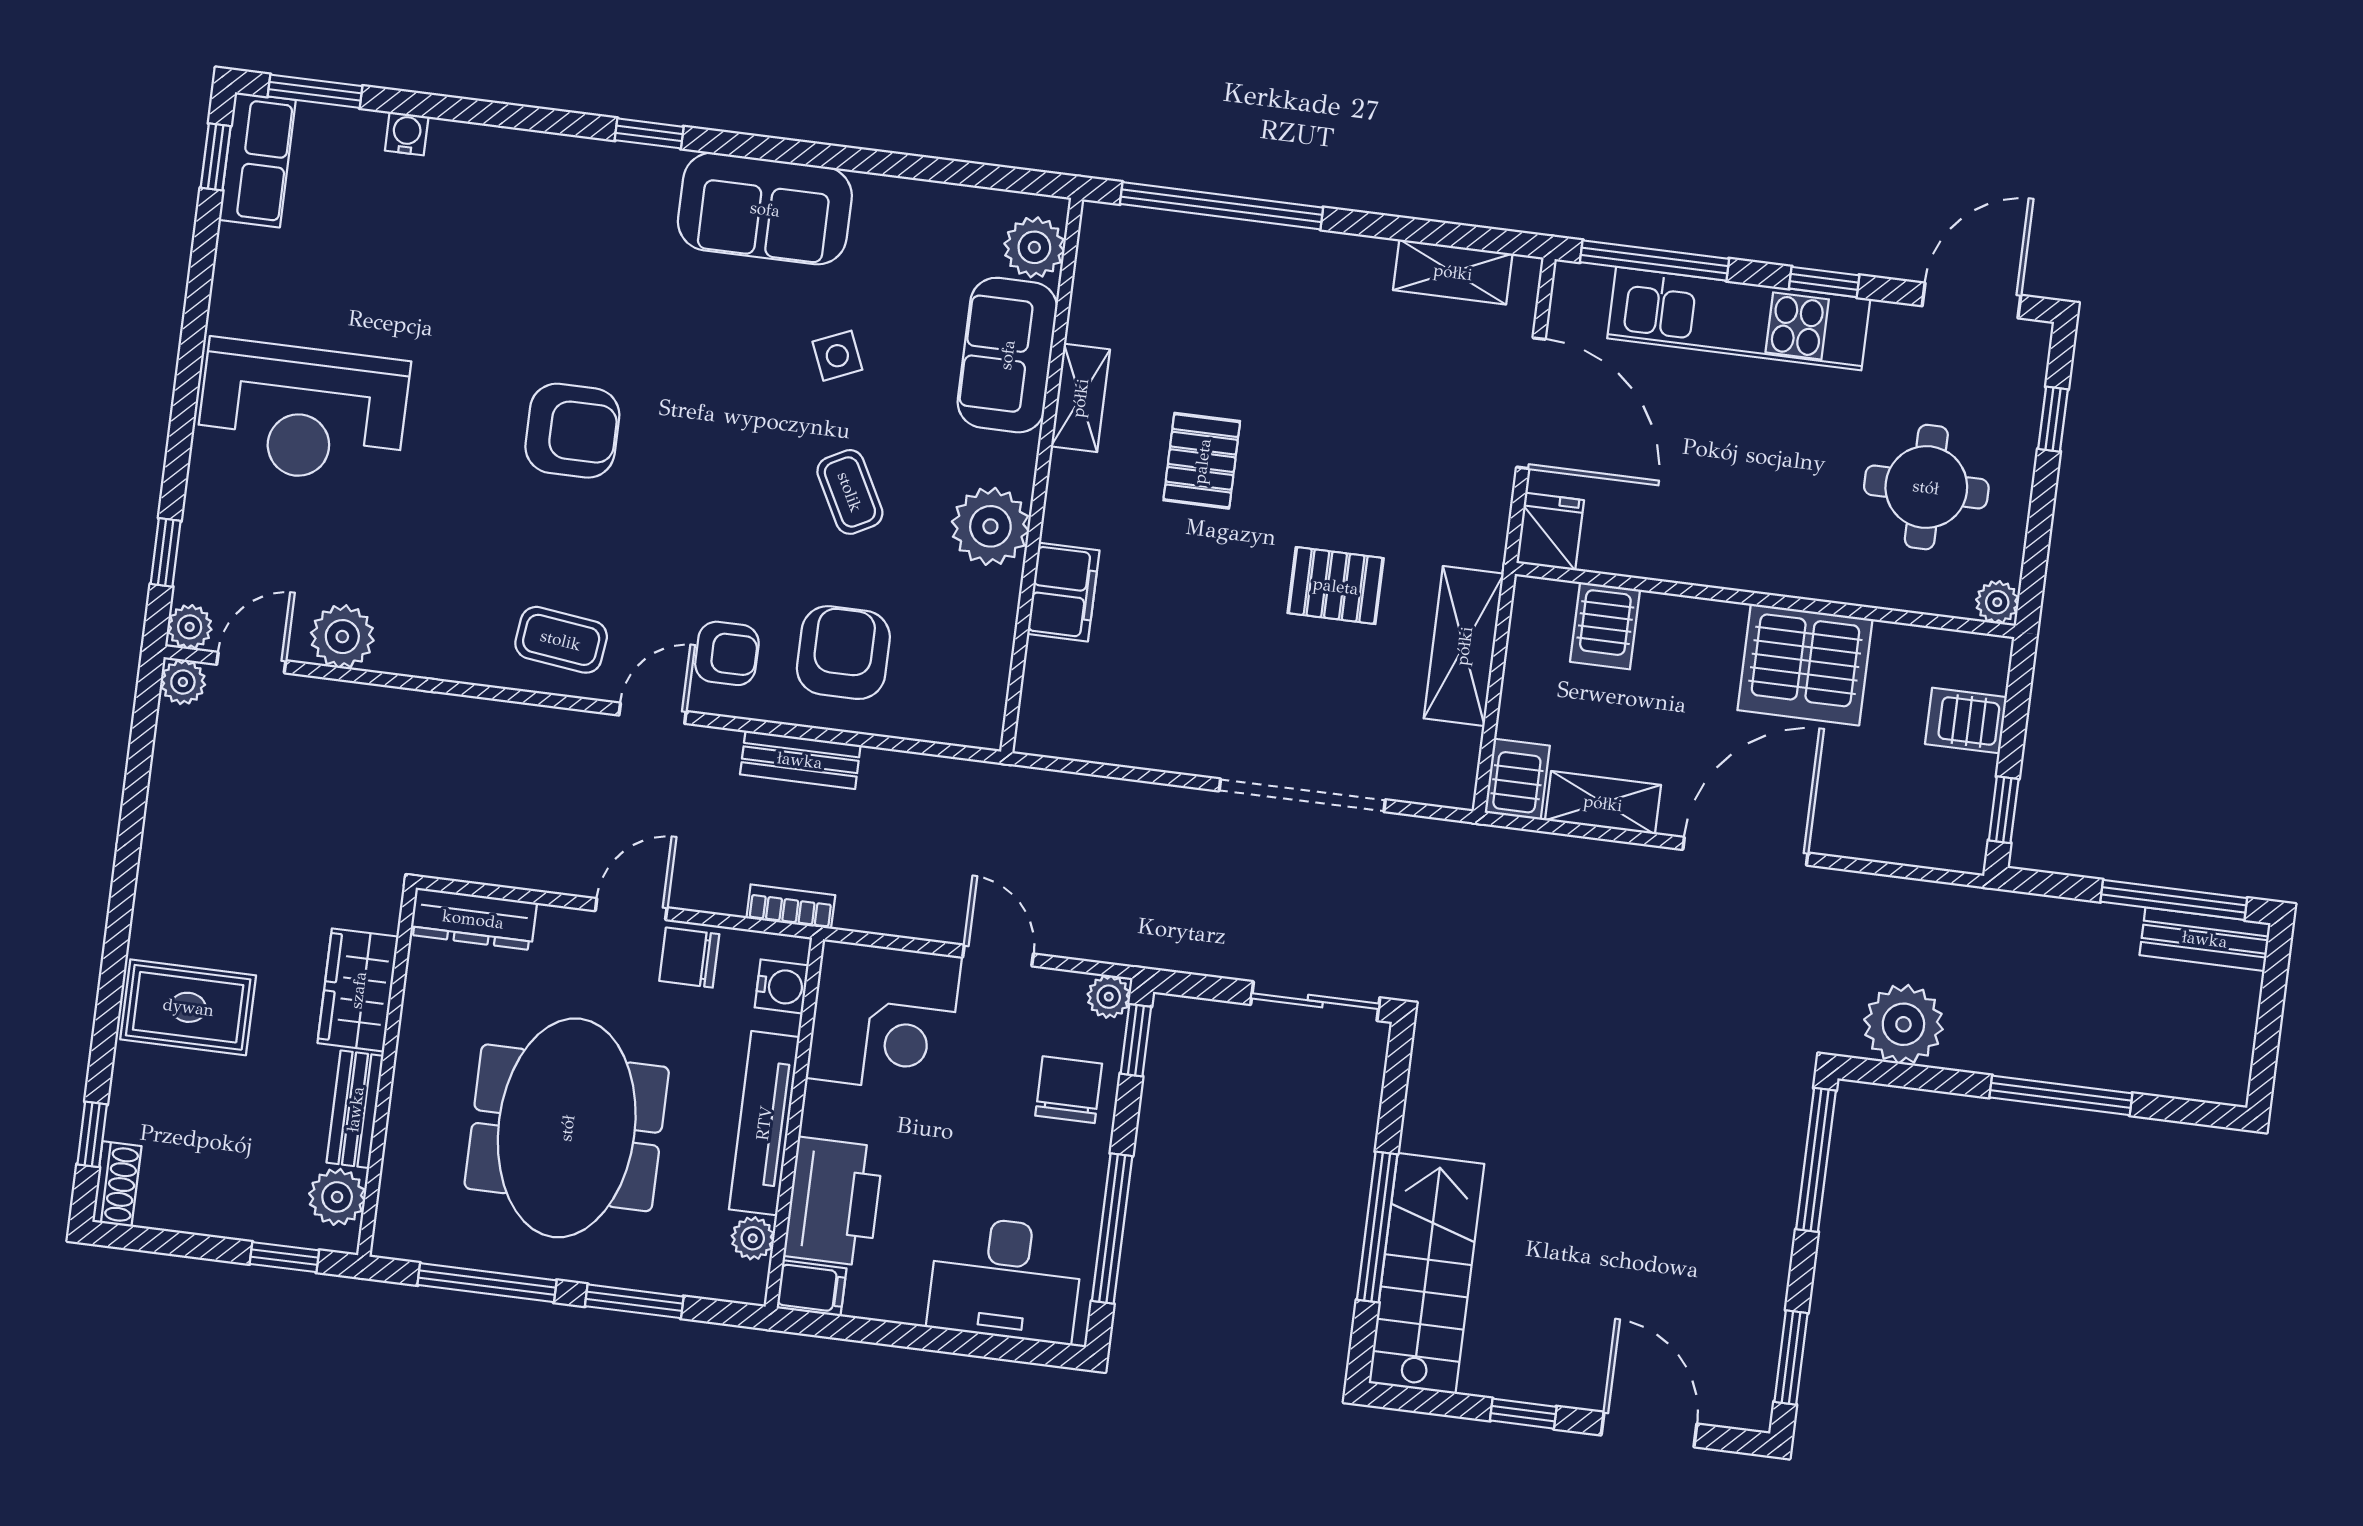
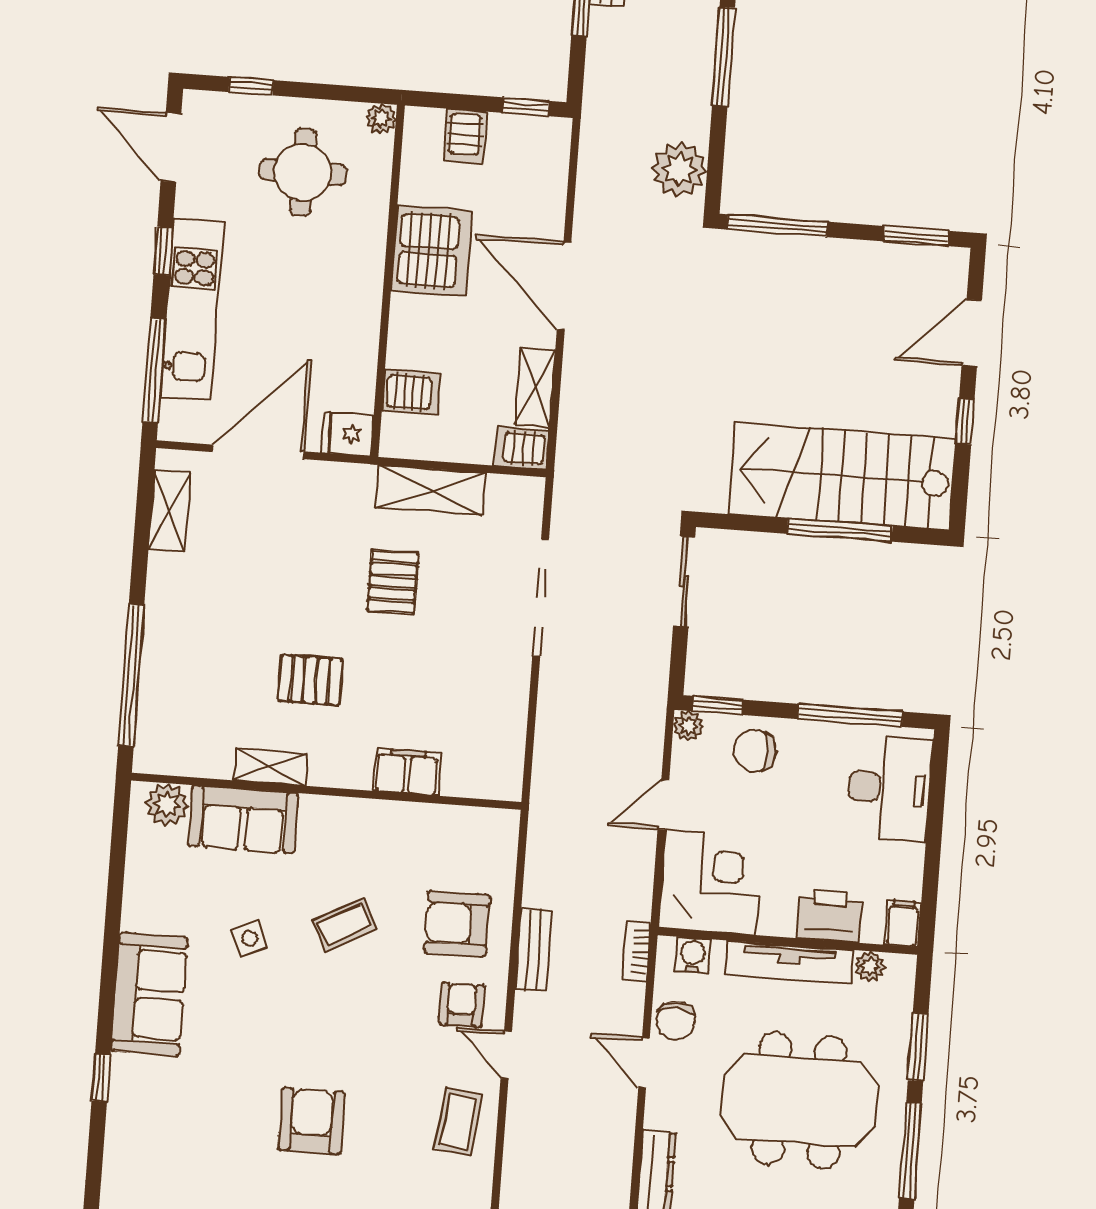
plant: (990, 526) -> (364, 825), removed
printer: (834, 1202) -> (829, 915), width x0.73, depth x0.84
stairs: (1426, 1273) -> (842, 476), width x1.36, depth x1.51

